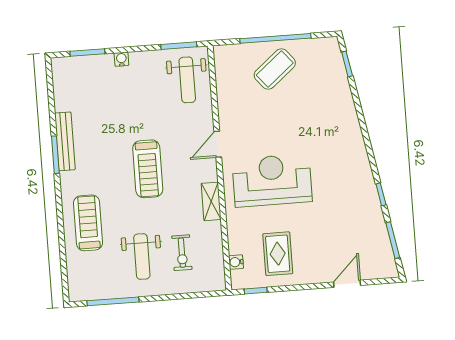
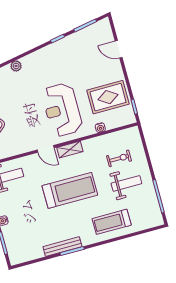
plant: (352, 124) -> (16, 66), added
treadmill: (148, 169) -> (70, 190), width x1.37, depth x1.38
shelving: (211, 201) -> (70, 150), moved
rug: (278, 254) -> (108, 97), width x1.36, depth x1.43
water cooler: (236, 262) -> (100, 128), moved

